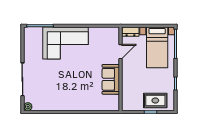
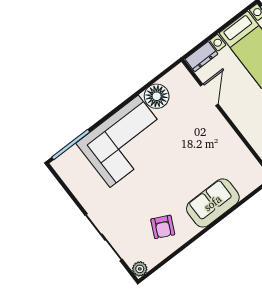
floor lamp: (96, 34) -> (157, 96), added
sofa: (111, 79) -> (213, 203), moved, turned 90
armchair: (53, 96) -> (163, 227), added

